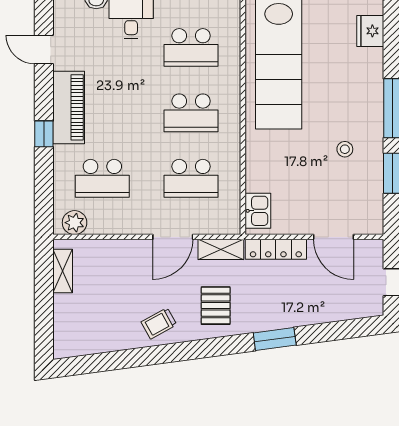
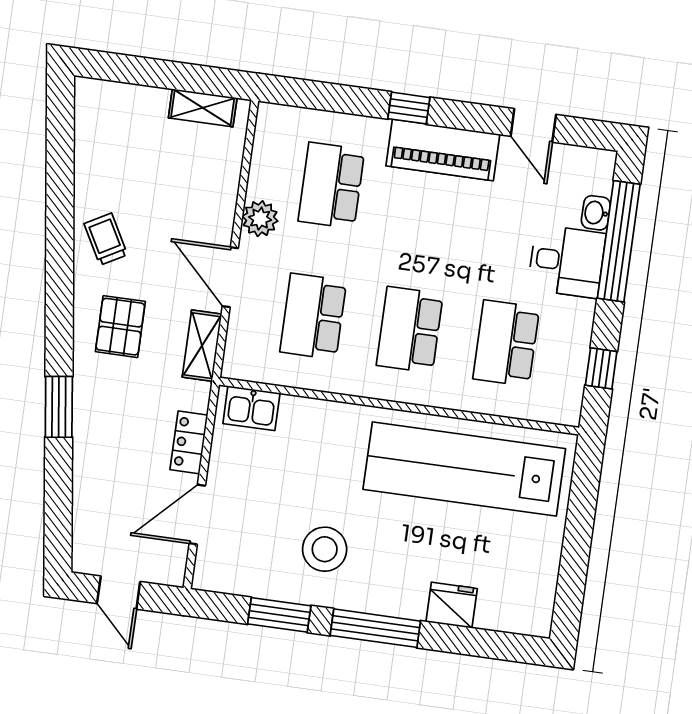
fridge: (370, 31) -> (452, 605), moved
door: (44, 50) -> (533, 125), swing flipped
stool: (345, 149) -> (325, 549), width x1.89, depth x1.89
plant: (75, 223) -> (260, 219), moved
locker: (276, 249) -> (189, 442), width x0.66
pallet: (216, 306) -> (120, 327), turned 90

